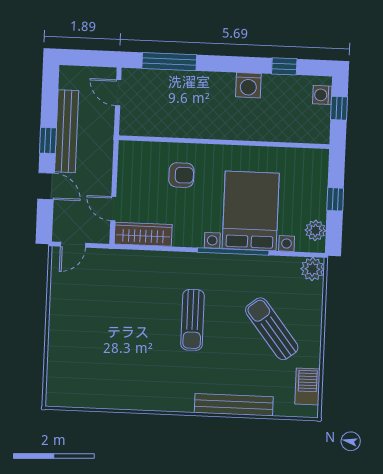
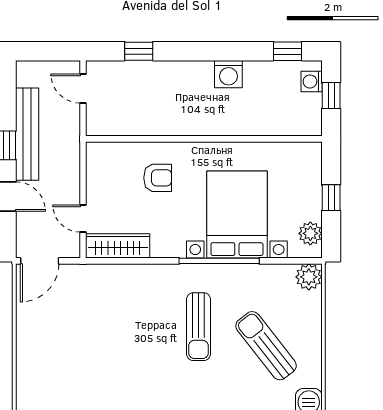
window: (169, 62) -> (139, 51), width x0.46
window: (284, 66) -> (288, 51), moved
door: (73, 245) -> (40, 261), width x1.38
sun lounger: (193, 320) -> (198, 327), moved

